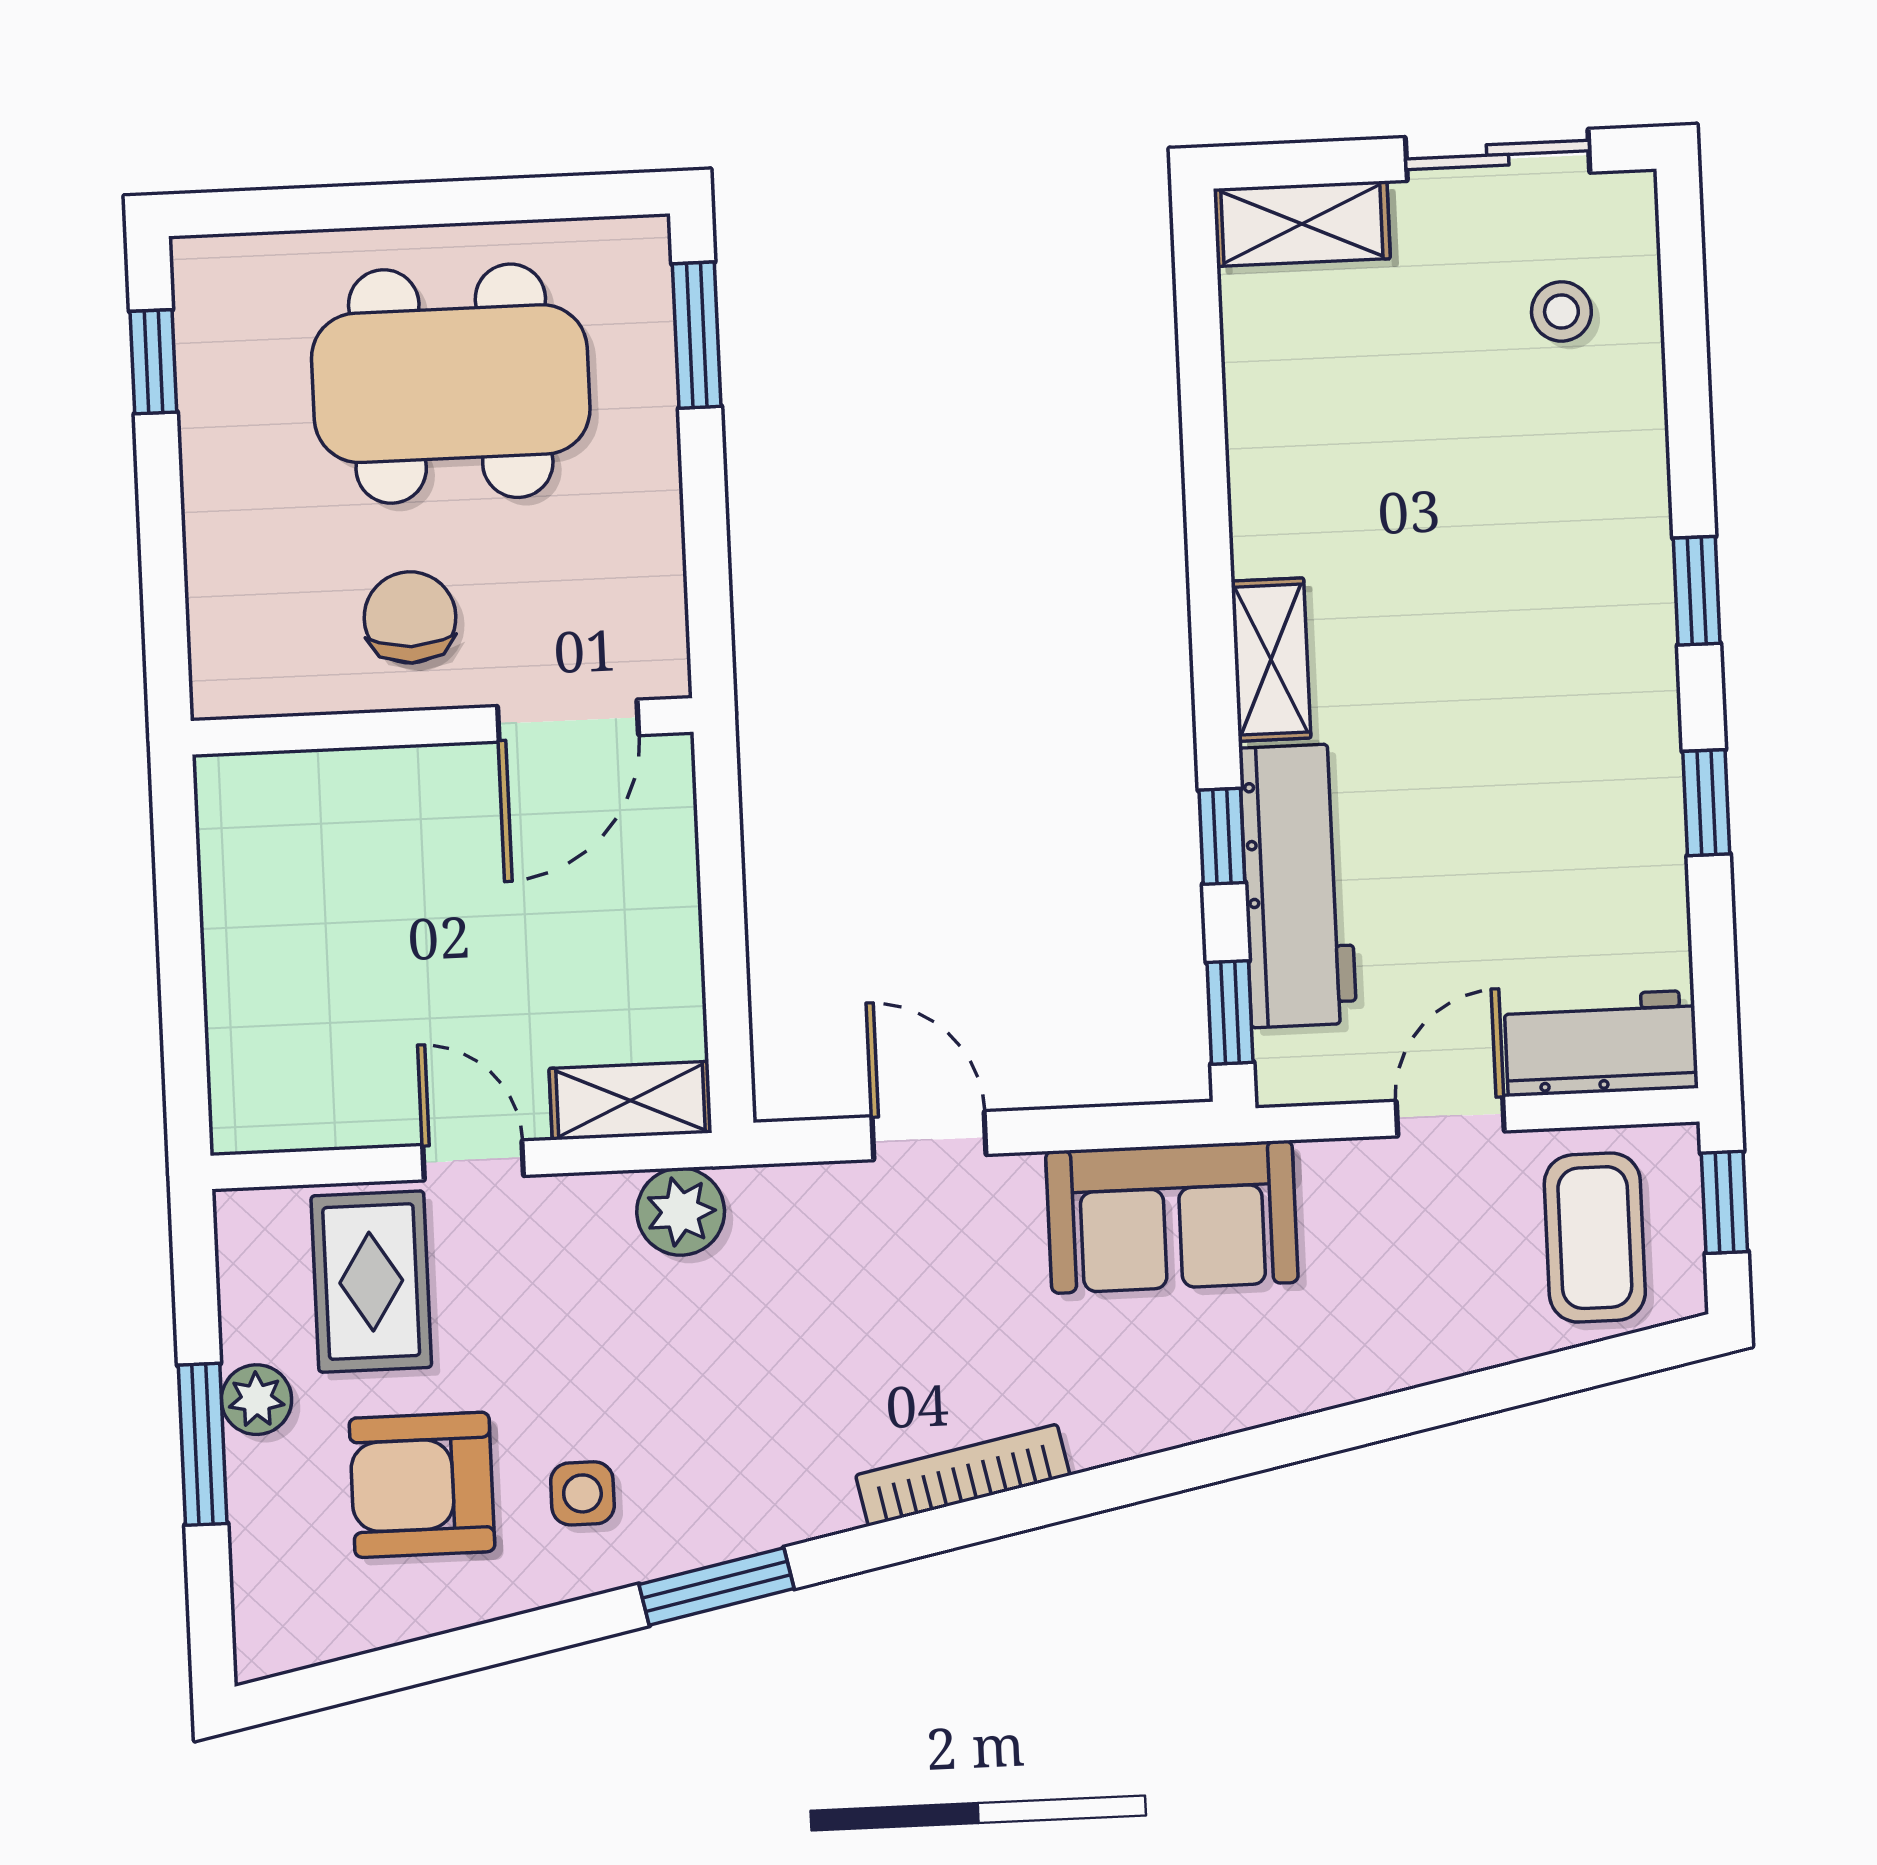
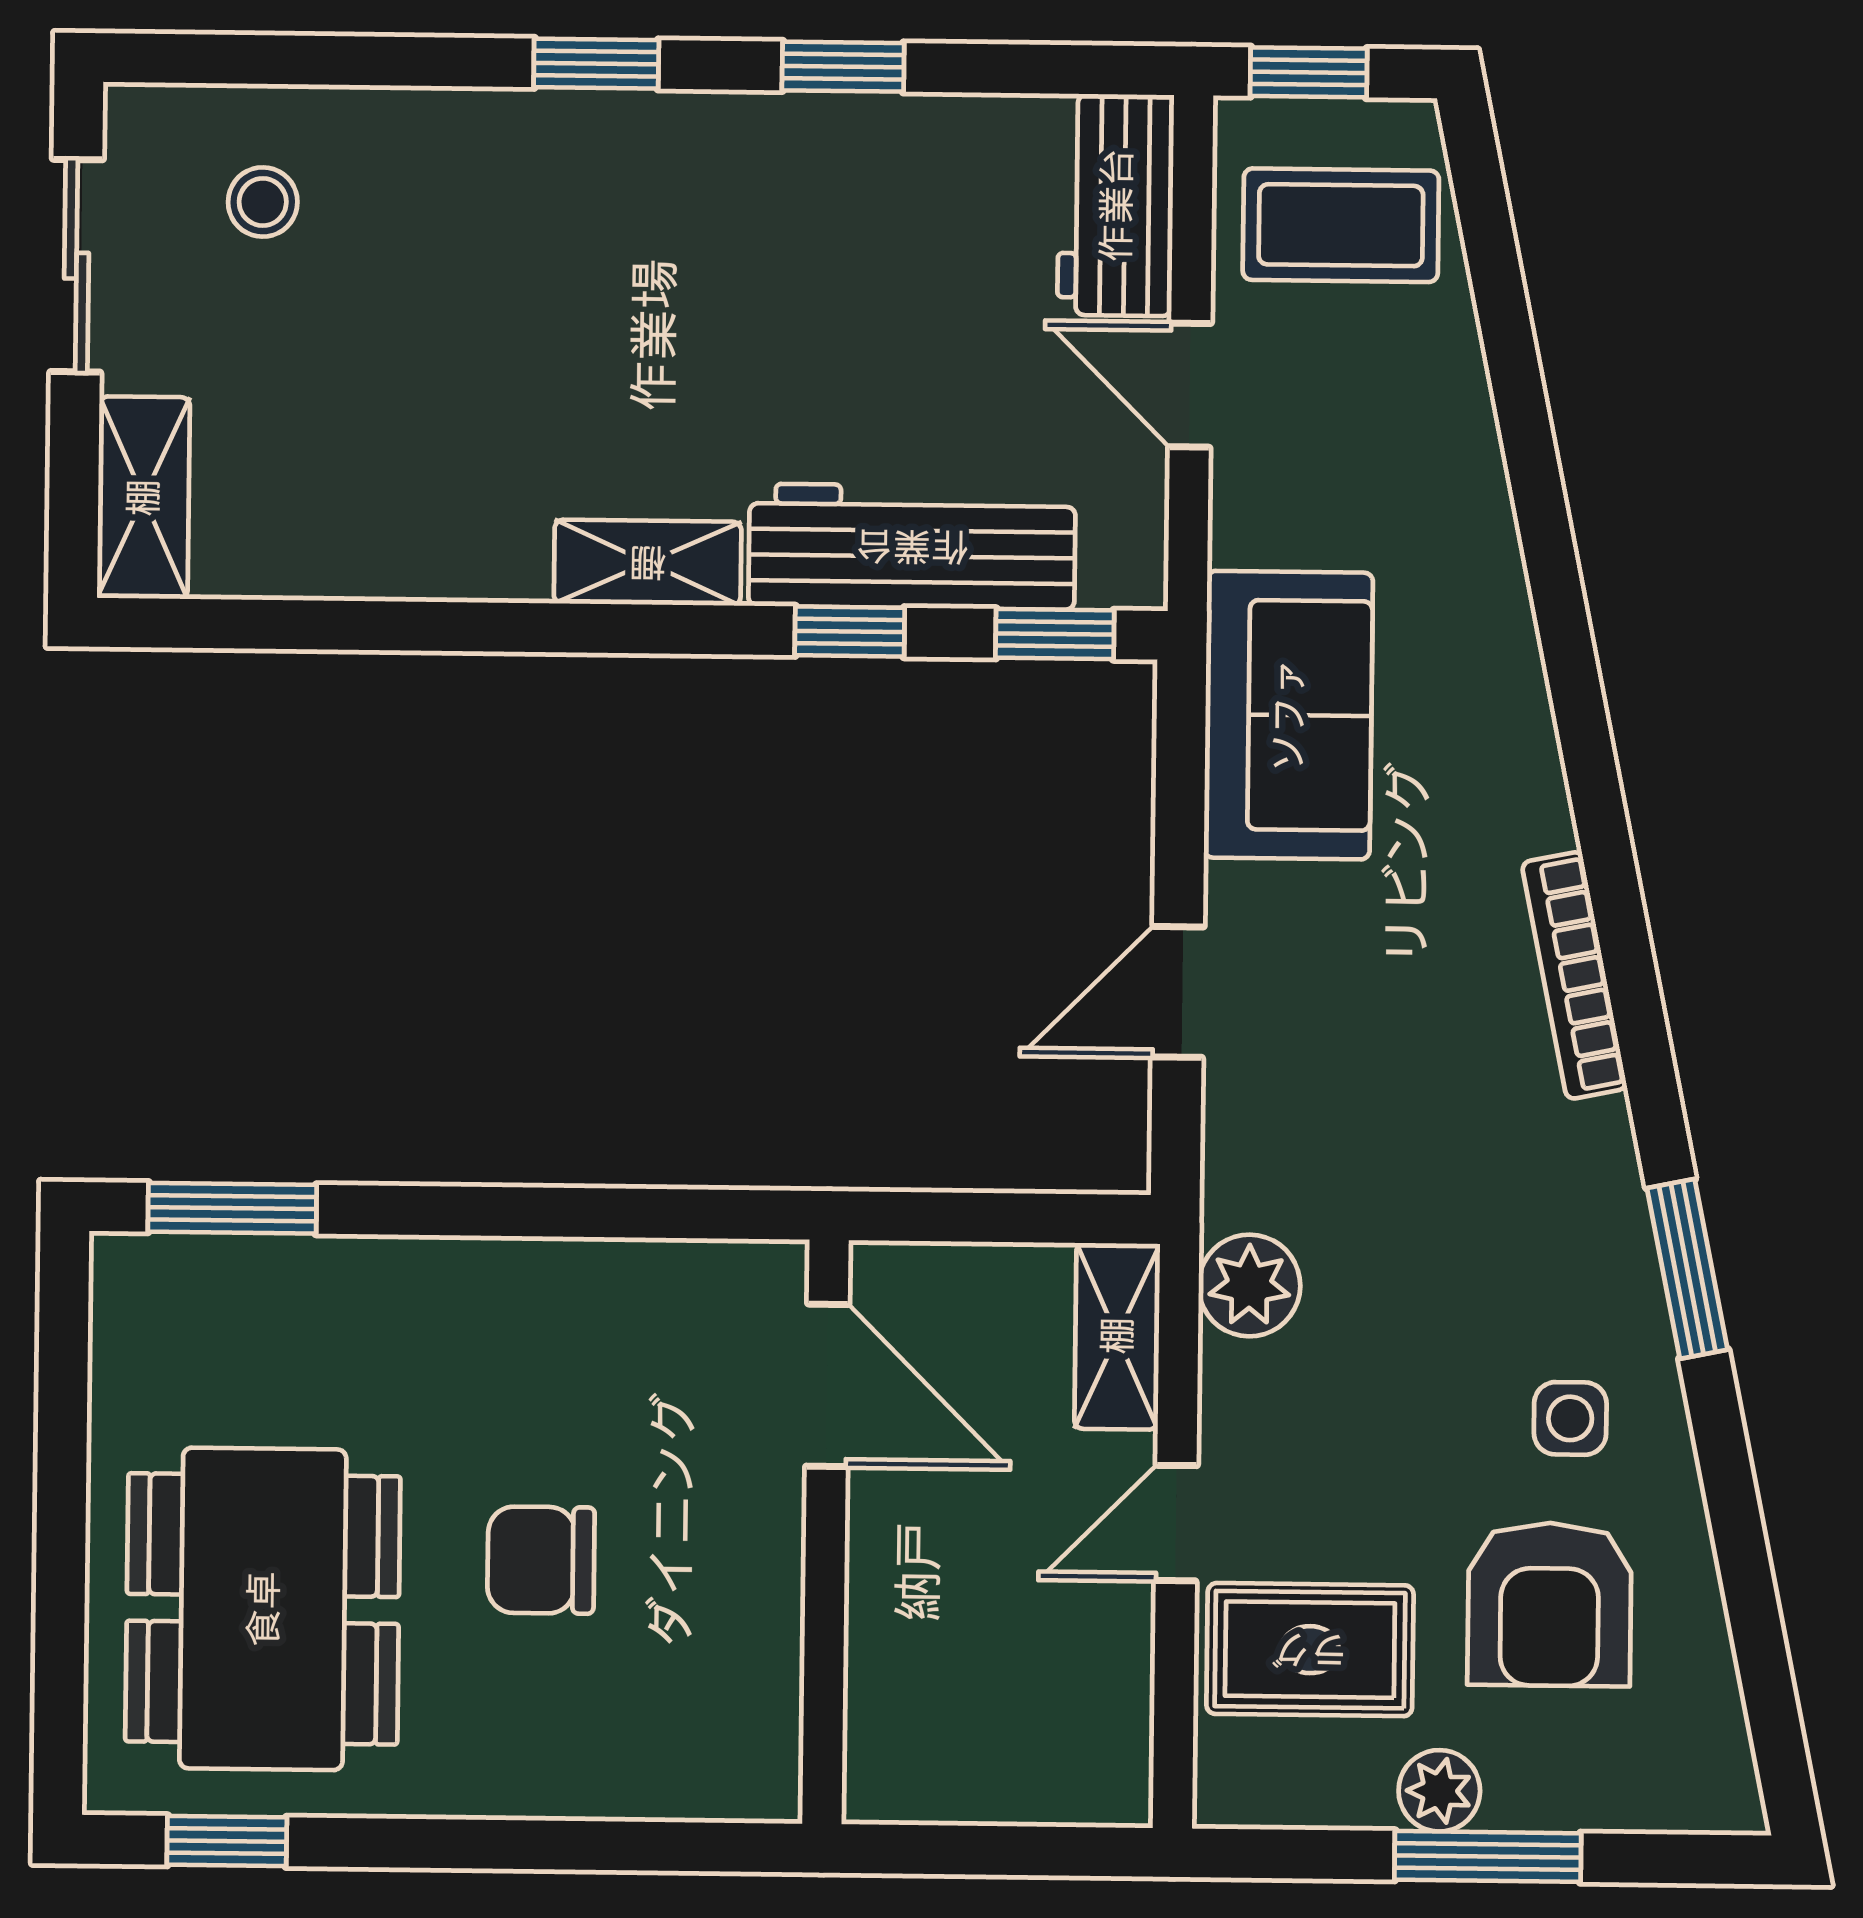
dining table: (451, 384) -> (263, 1609), moved
door: (568, 721) -> (827, 1385), moved
wall: (442, 726) -> (825, 1532), moved

